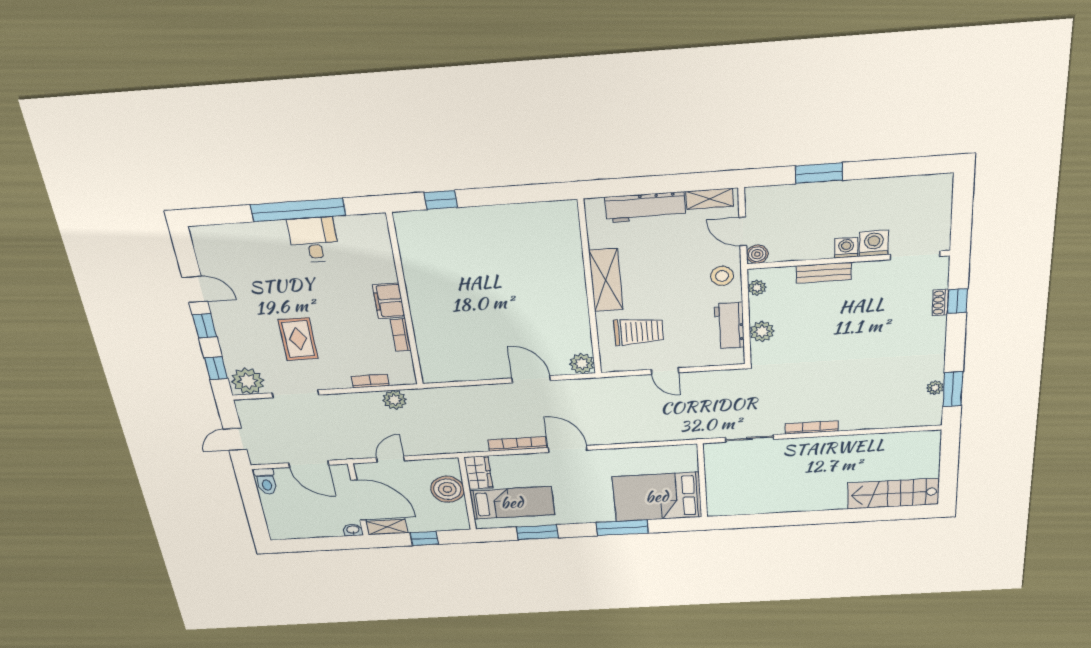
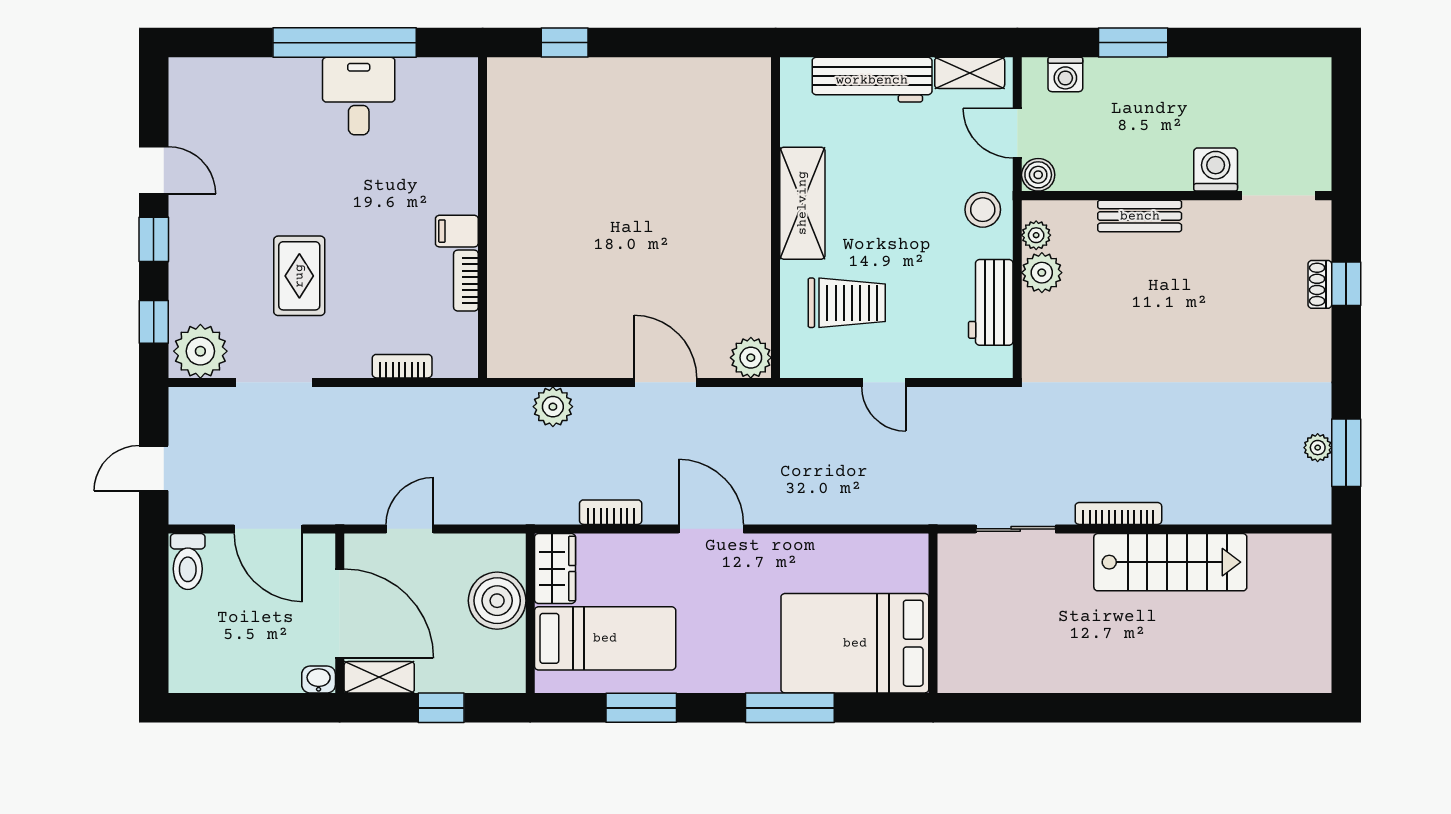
washing machine: (846, 248) -> (1065, 74), moved, turned 180
filing cabinet: (389, 301) -> (457, 231), width x0.50
plant: (762, 331) -> (1042, 273), moved
plant: (394, 400) -> (553, 407), moved
bookcase: (517, 444) -> (611, 512), width x0.64
stairs: (893, 494) -> (1170, 562), moved, turned 180

